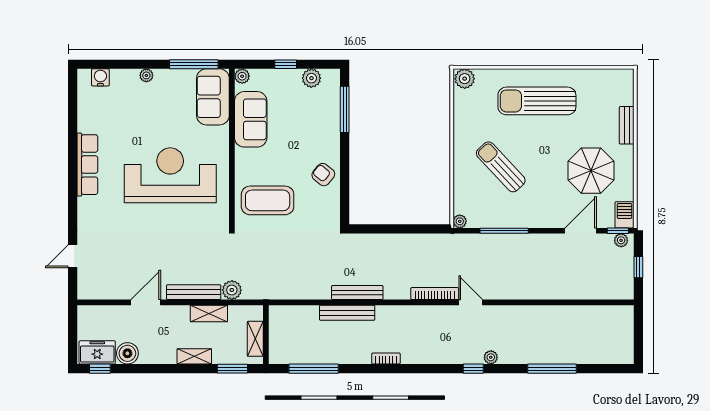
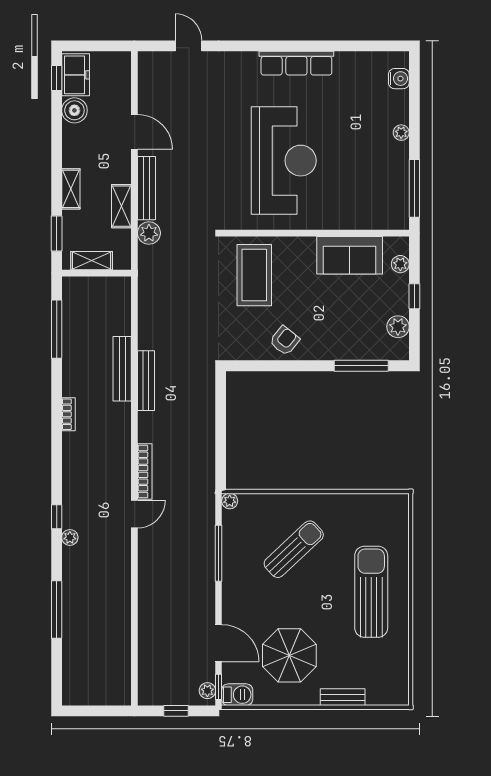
plant: (242, 76) -> (400, 264), moved
plant: (465, 79) -> (397, 507), removed
sofa: (213, 97) -> (376, 211), removed

